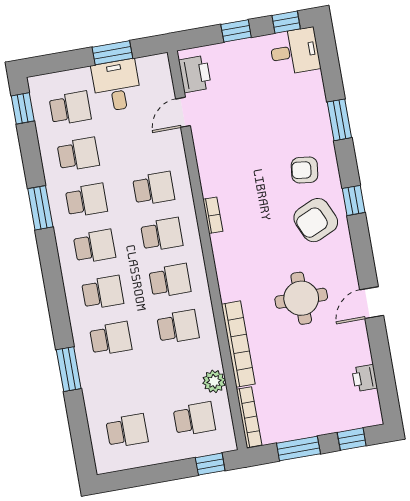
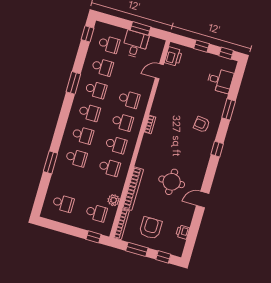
desk: (295, 51) -> (220, 80), moved
armchair: (316, 220) -> (151, 228), moved, turned 114

